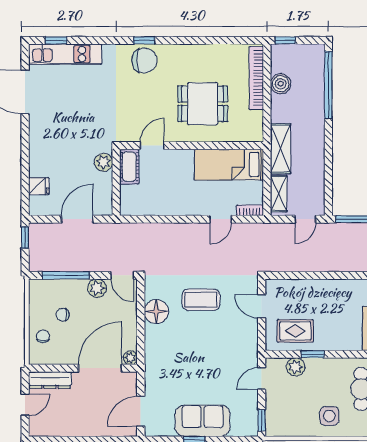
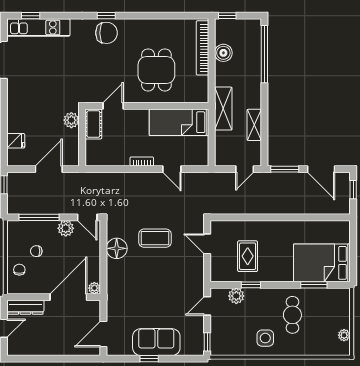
dining table: (203, 104) -> (156, 70), turned 90
shelving: (279, 194) -> (254, 125), moved
bookcase: (250, 210) -> (142, 161), moved
door: (221, 219) -> (172, 169), hinge flipped
rug: (295, 331) -> (248, 256), moved, turned 90

